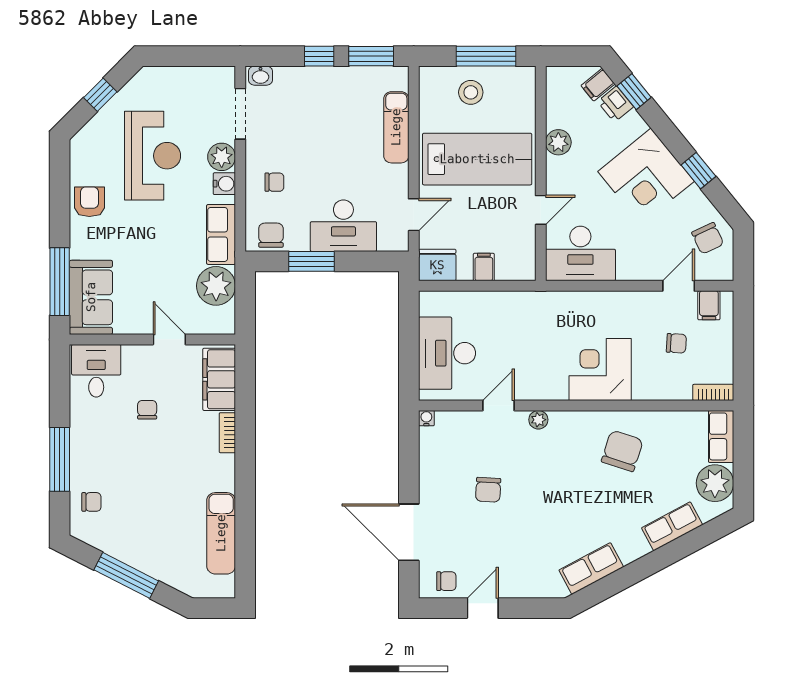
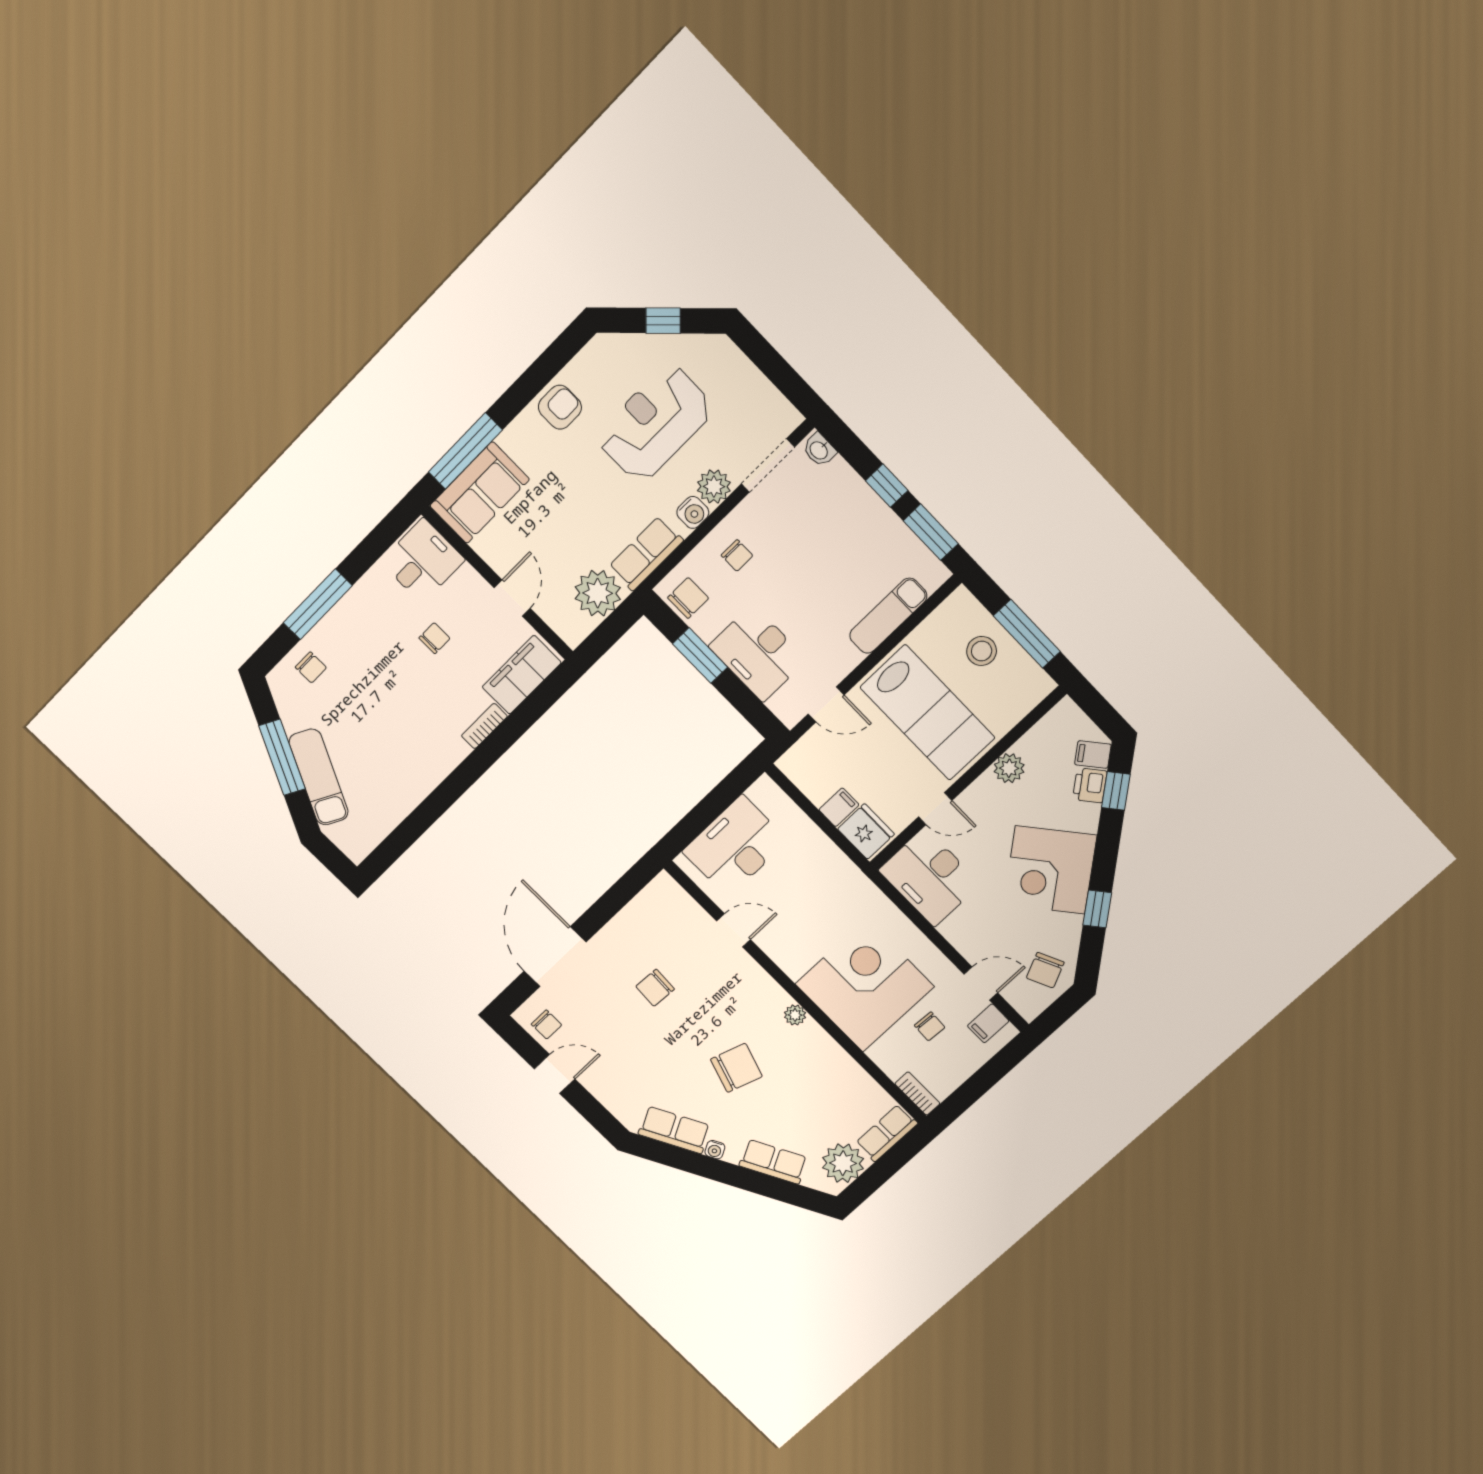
reception desk: (152, 156) -> (655, 423), turned 180
fridge: (437, 265) -> (866, 831), moved
corner desk: (600, 369) -> (865, 985), width x1.36, depth x1.36
water cooler: (426, 418) -> (715, 1150), moved, turned 152
plant: (538, 420) -> (795, 1015), moved
chair: (622, 451) -> (736, 1068), moved
exam couch: (221, 533) -> (319, 777), moved, turned 117

